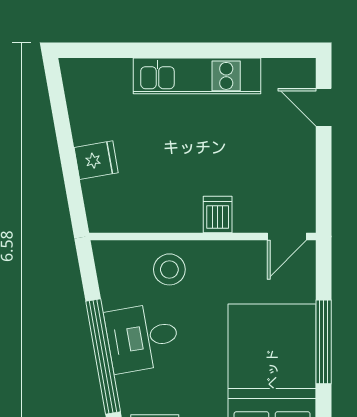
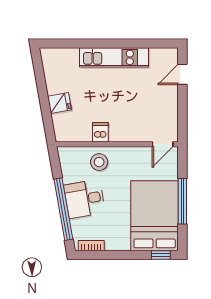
door: (324, 107) -> (182, 74), hinge flipped
dishwasher: (218, 215) -> (100, 132), moved

